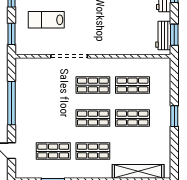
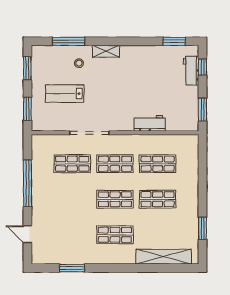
workbench: (163, 35) -> (150, 123), moved, turned 90
window: (174, 116) -> (202, 228), moved
shop shelf: (53, 151) -> (72, 164), moved

